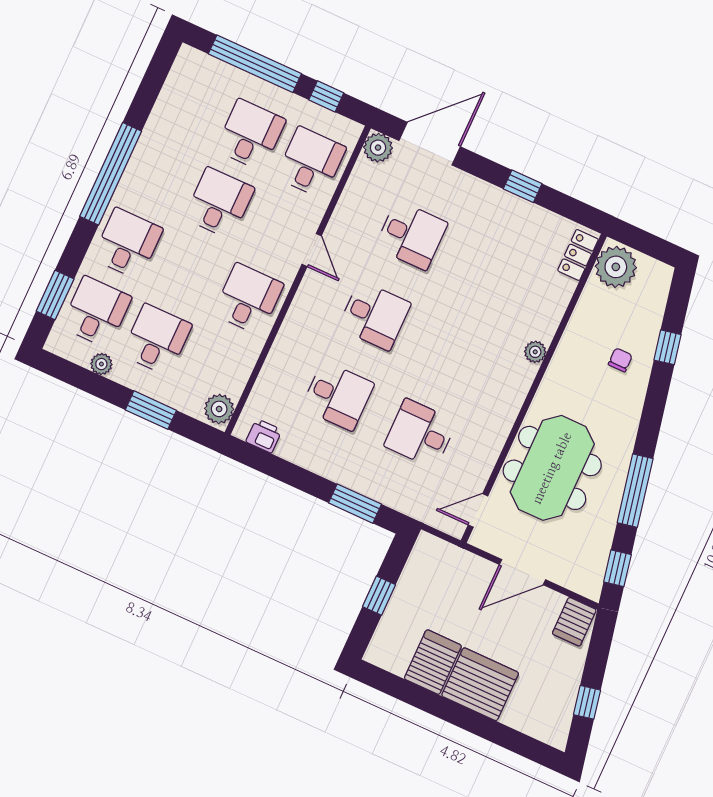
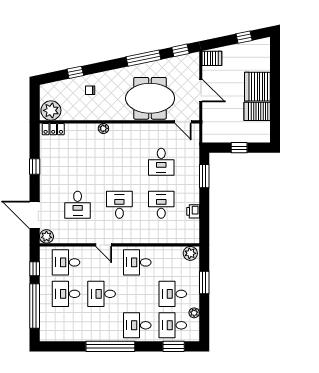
desk: (411, 235) -> (78, 205), turned 180
door: (312, 250) -> (104, 245), swing flipped
printer: (264, 436) -> (193, 211), moved

